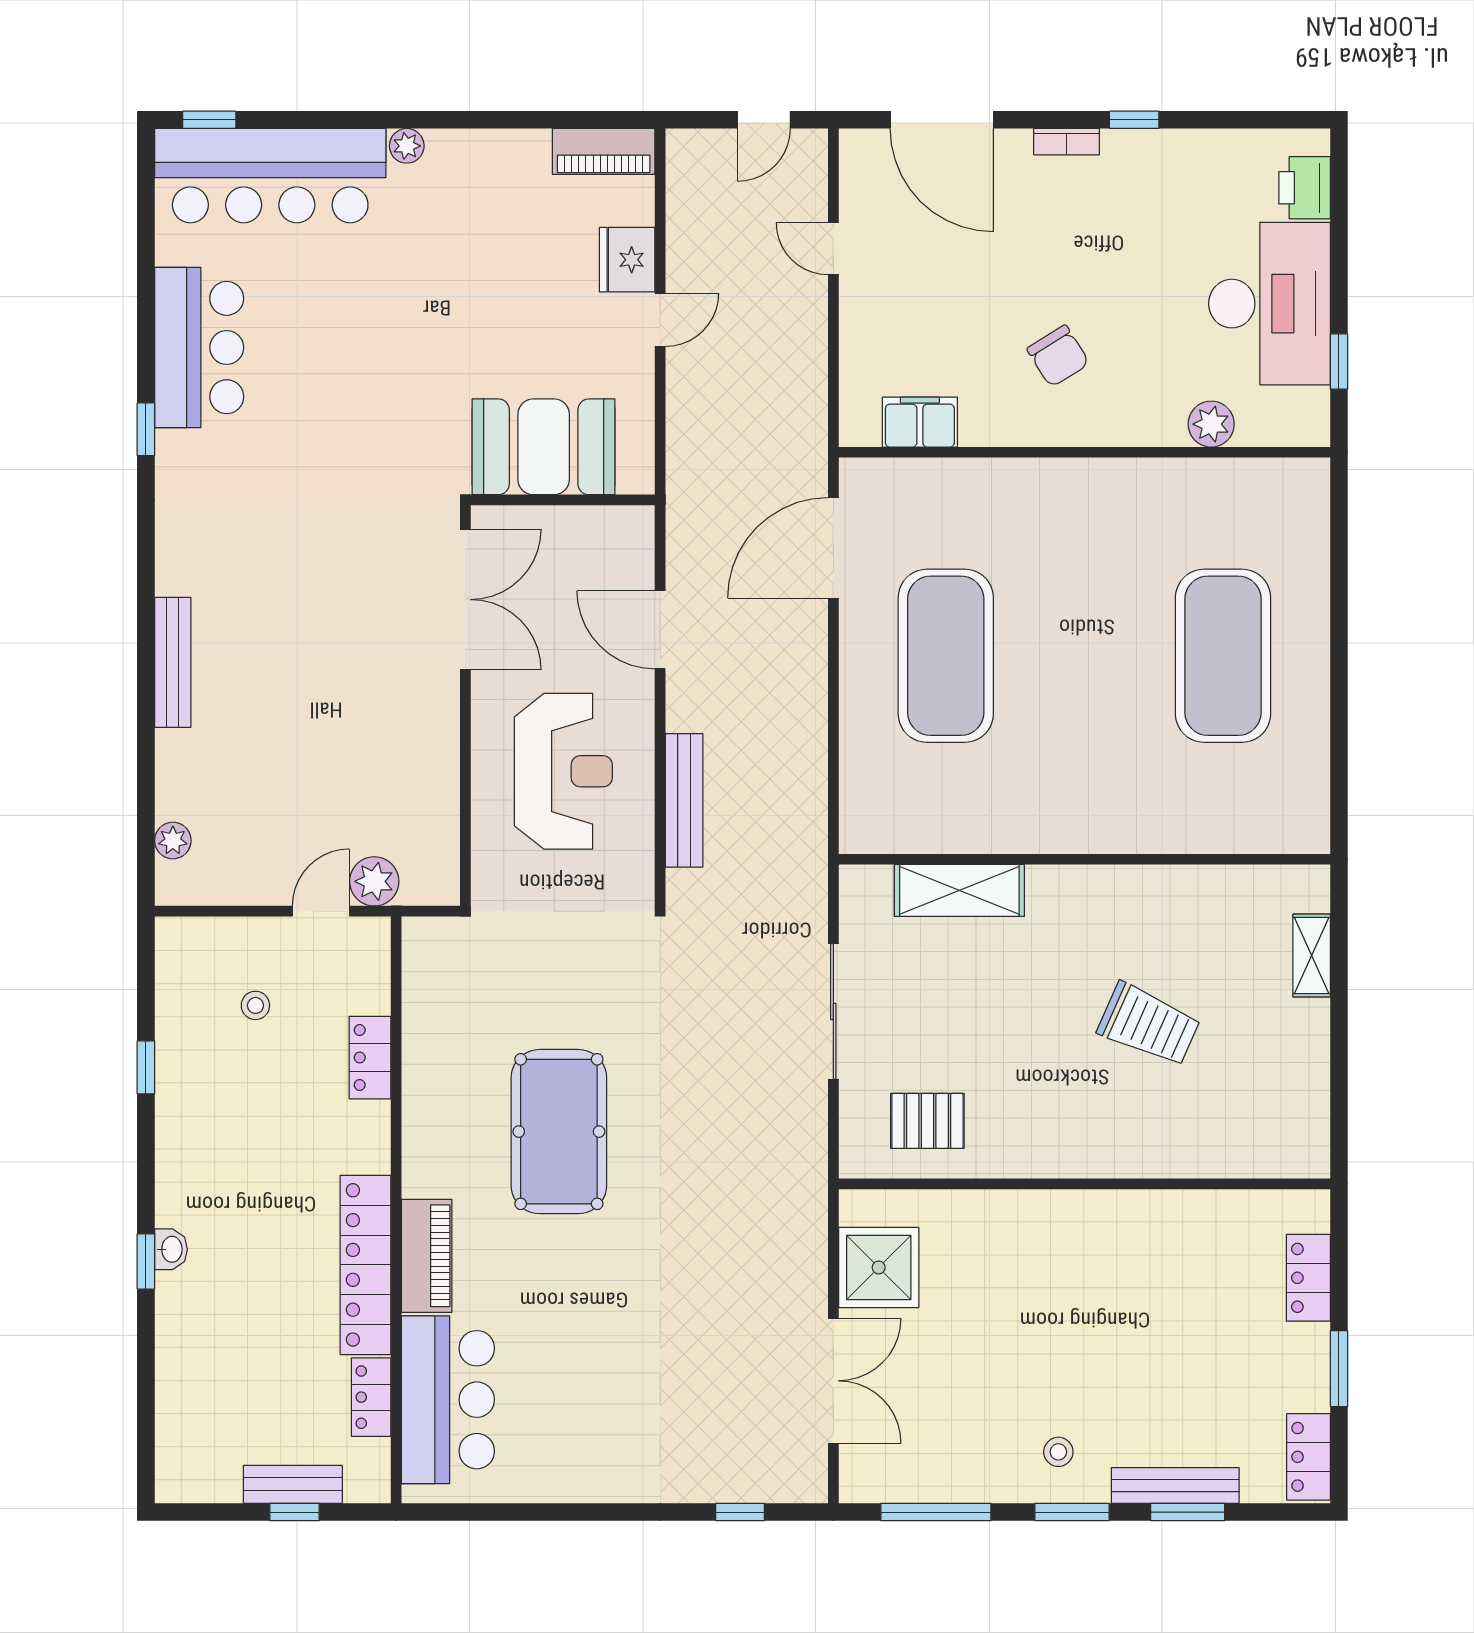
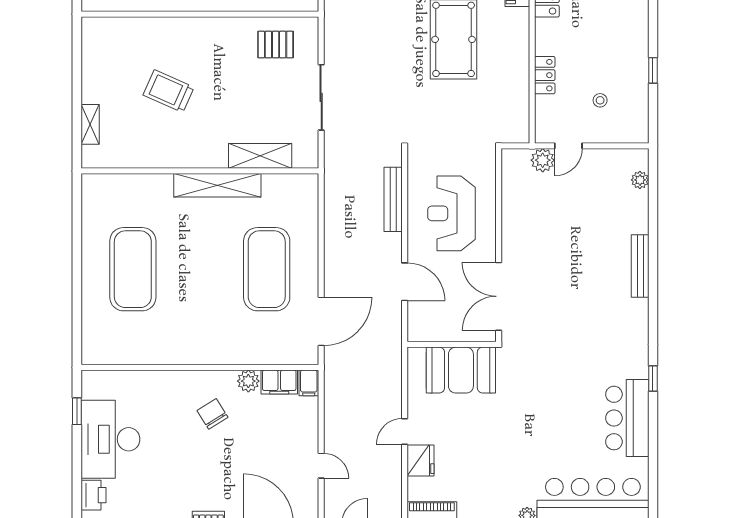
filing cabinet: (859, 420) -> (309, 383), added
plant: (1211, 424) -> (248, 381), moved
shelving: (1048, 829) -> (217, 185), added

